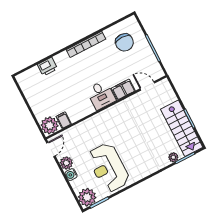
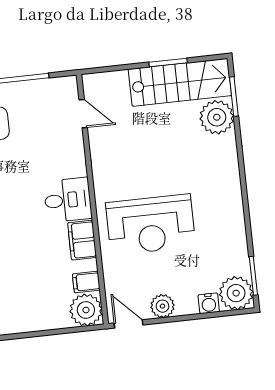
door: (147, 86) -> (83, 114), swing flipped
filing cabinet: (123, 89) -> (82, 240), moved
plant: (173, 157) -> (217, 117), width x1.88, depth x1.88
reception desk: (108, 168) -> (151, 225), moved
water cooler: (71, 175) -> (209, 303), moved

